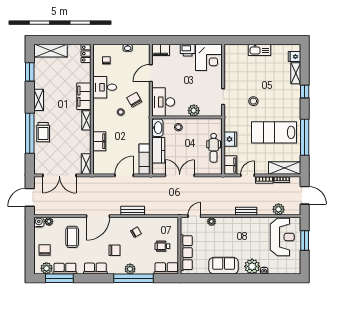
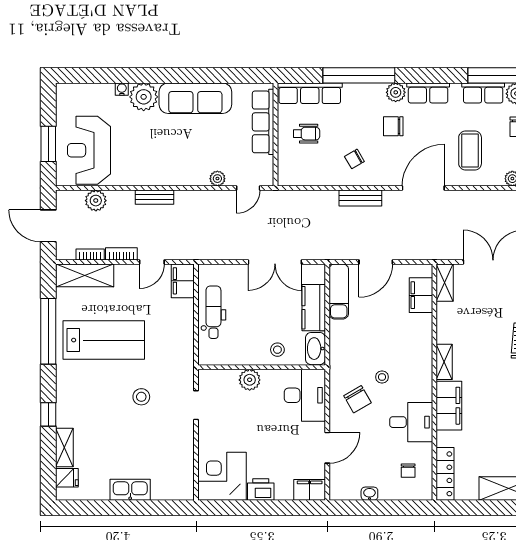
locker: (86, 54) -> (445, 474), width x1.53
fridge: (230, 139) -> (183, 328), removed
filing cabinet: (99, 141) -> (421, 295), moved
sofa: (224, 266) -> (195, 98), width x1.36
row of seats: (166, 268) -> (310, 93), width x1.48
plant: (130, 269) -> (396, 92), moved

